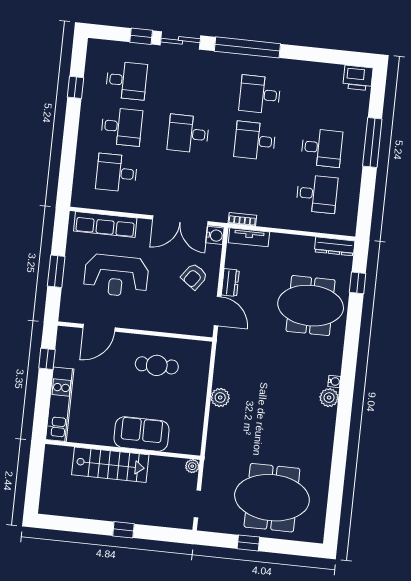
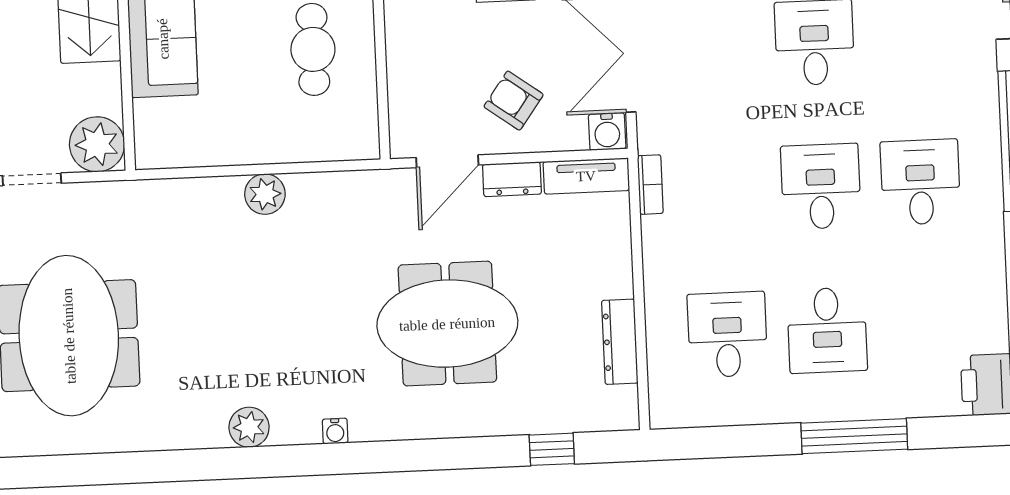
desk: (317, 194) -> (727, 335), turned 180
tv unit: (249, 237) -> (586, 176), moved, turned -90
dresser: (335, 246) -> (620, 342), moved
meeting table: (311, 306) -> (447, 324), moved, turned 90
plant: (329, 398) -> (249, 427), moved
plant: (192, 466) -> (97, 144), width x1.88, depth x1.88

